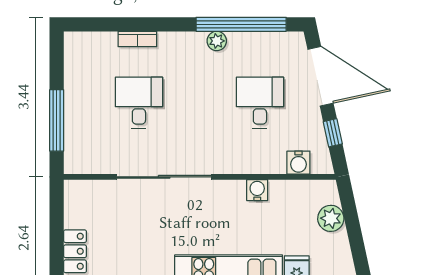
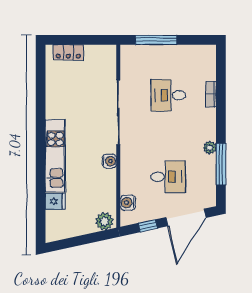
window: (241, 24) -> (221, 164), width x0.68
desk: (139, 103) -> (168, 95), turned 180
water cooler: (257, 190) -> (109, 161), moved
plant: (331, 218) -> (105, 221), moved

